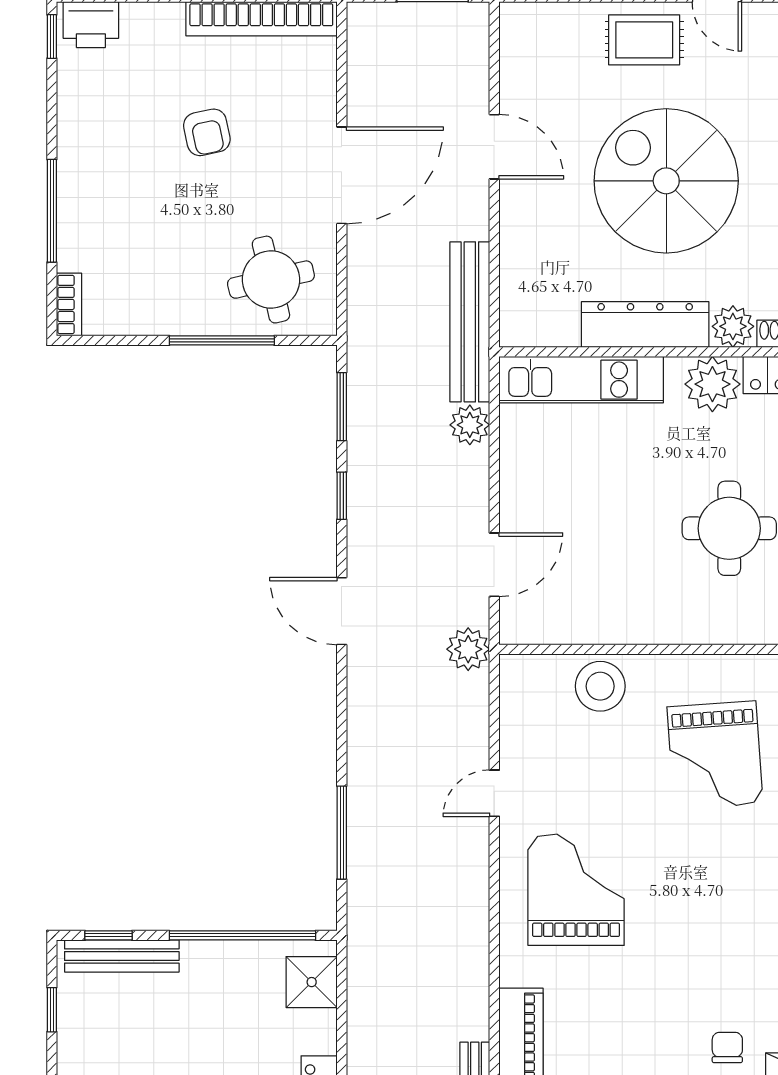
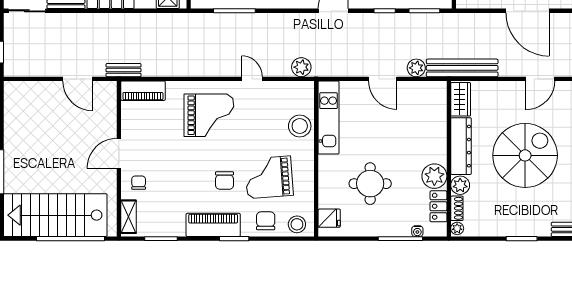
wardrobe: (540, 325) -> (461, 99), added
kitchen unit: (581, 380) -> (329, 118), moved, turned 180
door: (494, 565) -> (383, 79), moved
plant: (468, 649) -> (301, 67), moved
chair: (722, 855) -> (225, 181), added
chair: (727, 1047) -> (139, 183), turned -90

